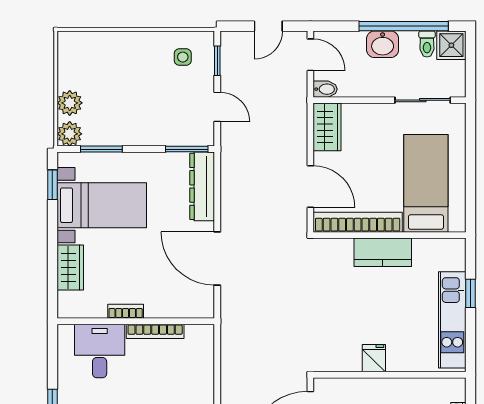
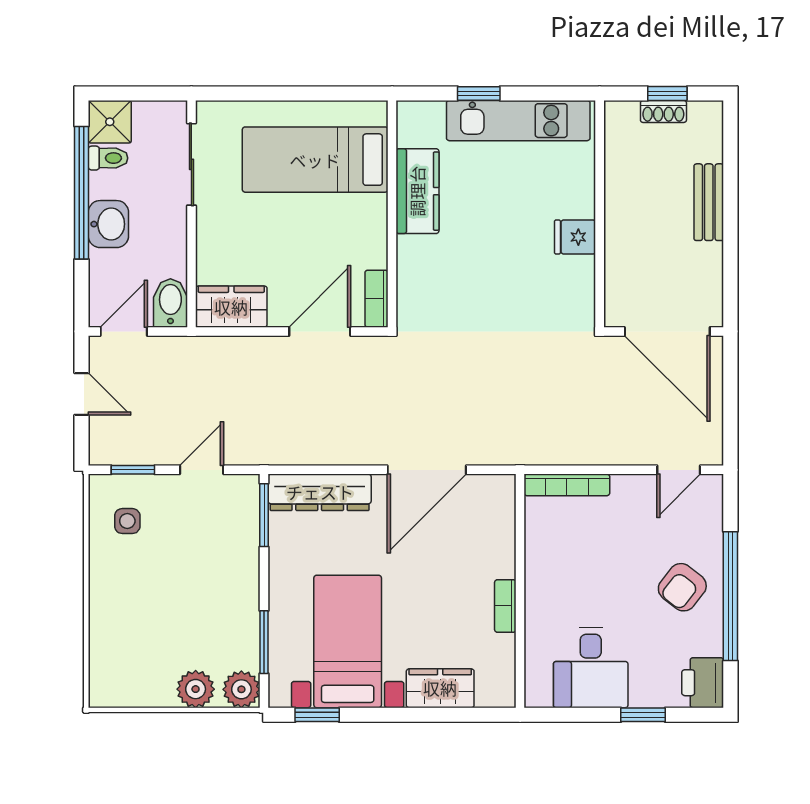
bidet: (325, 89) -> (170, 303), width x1.38, depth x1.36
bookcase: (358, 222) -> (376, 299), width x0.43, depth x0.76
kitchen counter: (383, 252) -> (417, 191), moved
bookcase: (155, 331) -> (567, 485), moved, turned 90
desk: (100, 351) -> (591, 668), moved, turned -90

